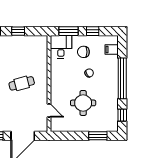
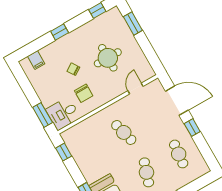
window: (18, 31) -> (64, 152), moved
window: (93, 31) -> (28, 90), removed
chair: (83, 52) -> (84, 93), moved
window: (122, 78) -> (60, 32), width x0.32

